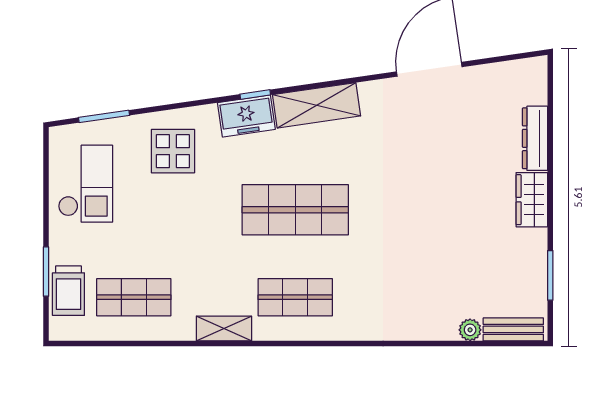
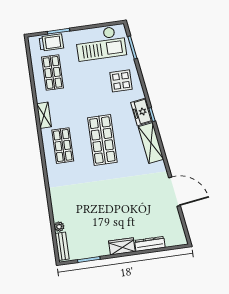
checkout: (85, 184) -> (101, 43), width x1.36, depth x1.21
trolley: (68, 291) -> (51, 43), turned 180

